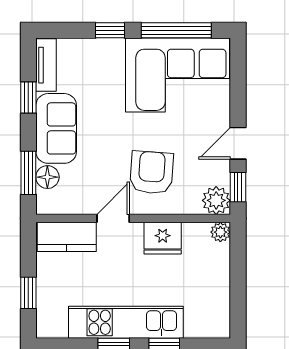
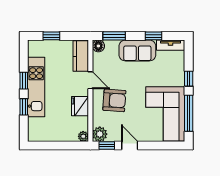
floor lamp: (47, 177) -> (98, 46), moved

